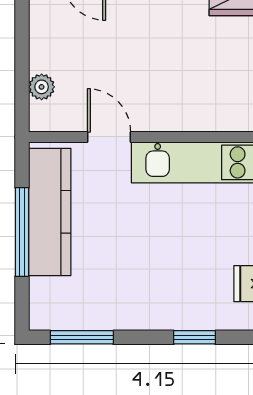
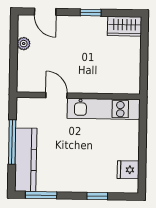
plant: (42, 87) -> (24, 44), moved
kitchen counter: (50, 212) -> (26, 160), moved

